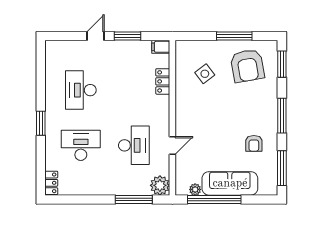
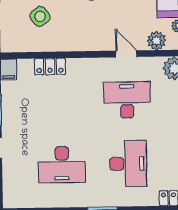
desk: (81, 145) -> (128, 164), turned 180
plant: (183, 171) -> (156, 41), added

